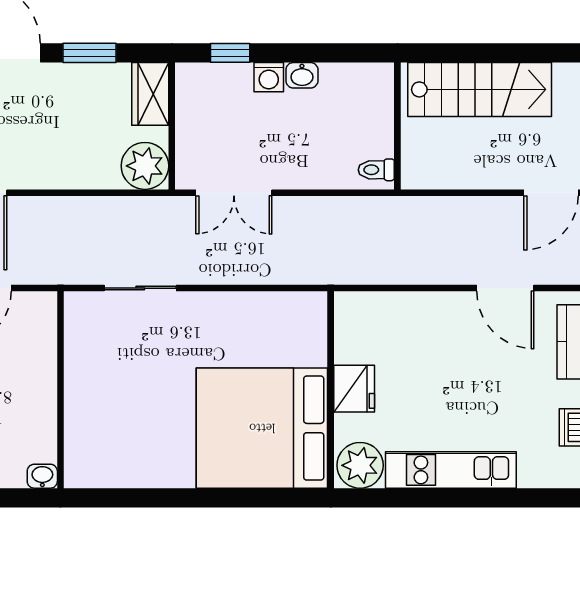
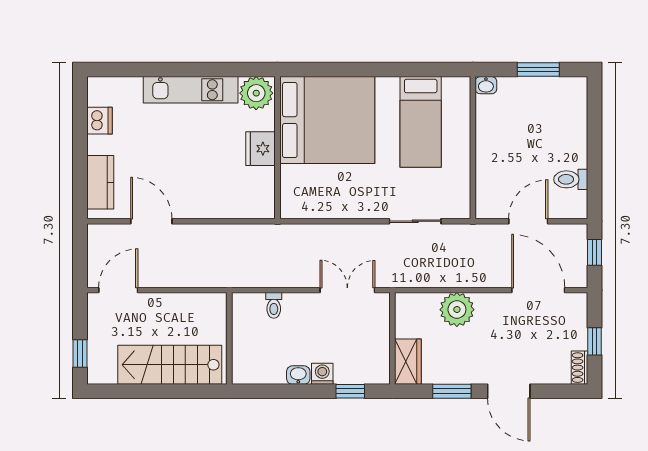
plant: (145, 166) -> (457, 310), moved
toilet: (376, 170) -> (274, 305), moved, turned 90
bed: (133, 425) -> (421, 122), added

